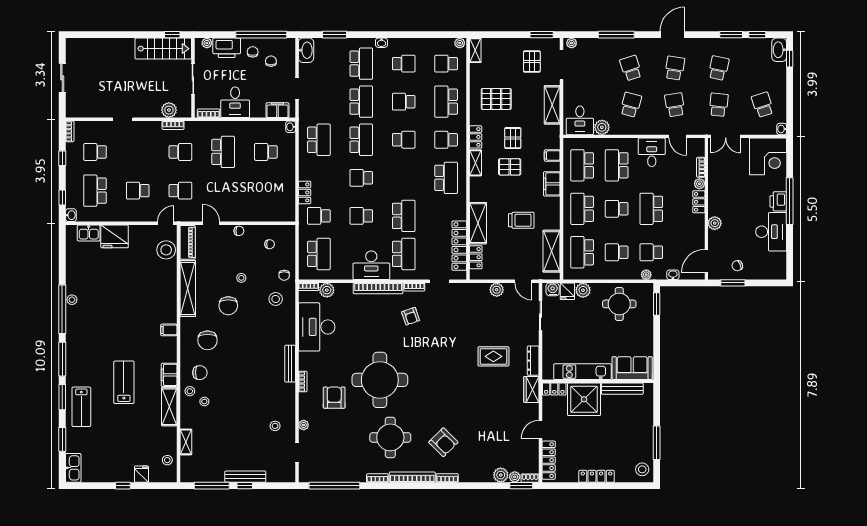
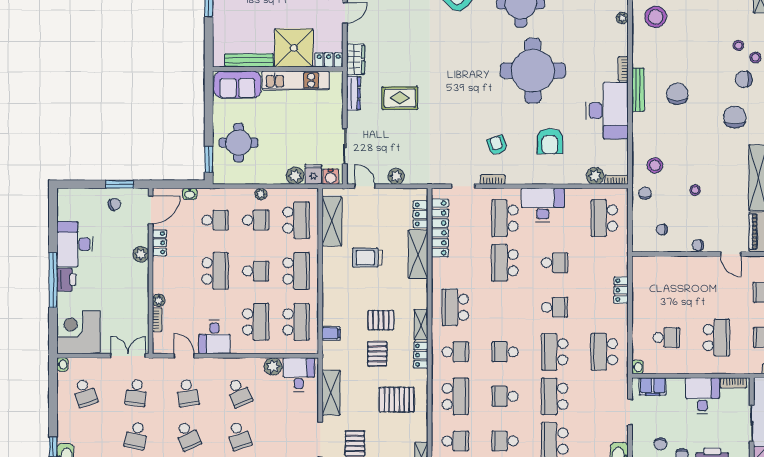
school desk: (675, 68) -> (188, 436), turned -33
school desk: (404, 102) -> (505, 396), turned 180
school desk: (631, 105) -> (239, 393), turned -39
school desk: (223, 152) -> (716, 338), turned 180
filing cabinet: (552, 184) -> (332, 300), removed
locker: (699, 202) -> (159, 243), moved
school desk: (319, 216) -> (604, 263), removed
plant: (646, 275) -> (261, 194), moved
bookcase: (378, 288) -> (535, 178), removed
round table: (619, 304) -> (239, 143), moved
chair: (228, 306) -> (677, 94), moved
desk: (317, 327) -> (607, 111), moved
armchair: (334, 398) -> (550, 141), moved
stool: (275, 426) -> (656, 17), width x1.89, depth x1.89

